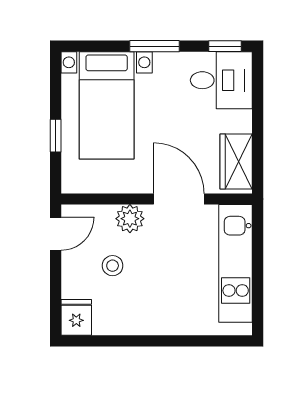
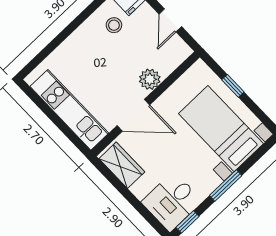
door: (56, 234) -> (170, 20), moved
stool: (113, 266) -> (114, 25), moved

